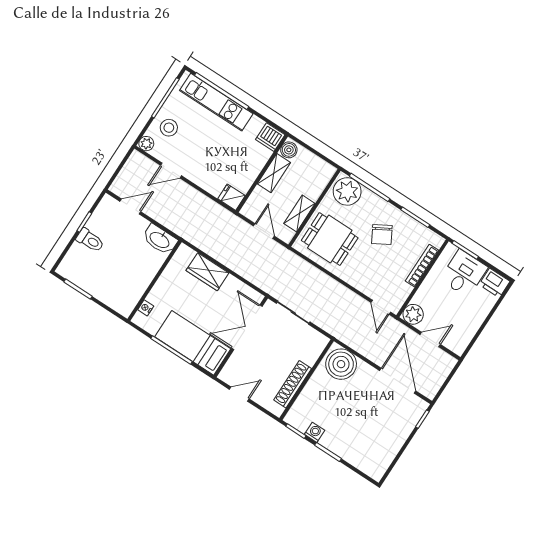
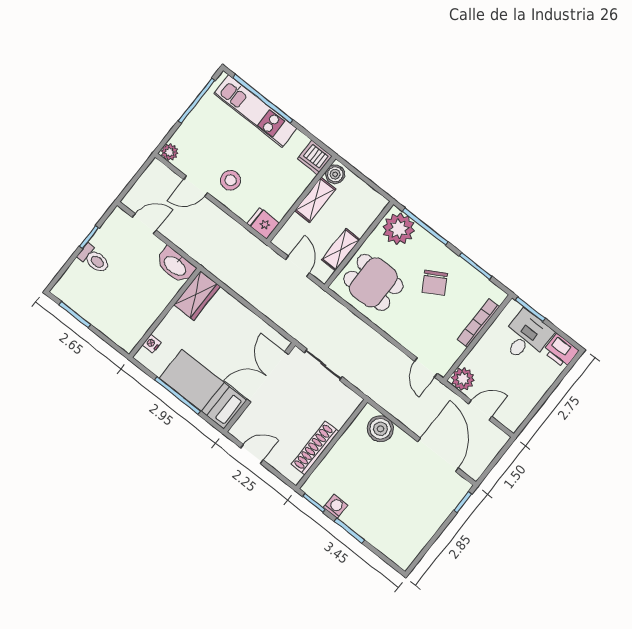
stool: (169, 128) -> (231, 180), moved
wardrobe: (207, 272) -> (197, 296), moved, turned -90
boiler: (341, 364) -> (380, 429), width x0.73, depth x0.73

